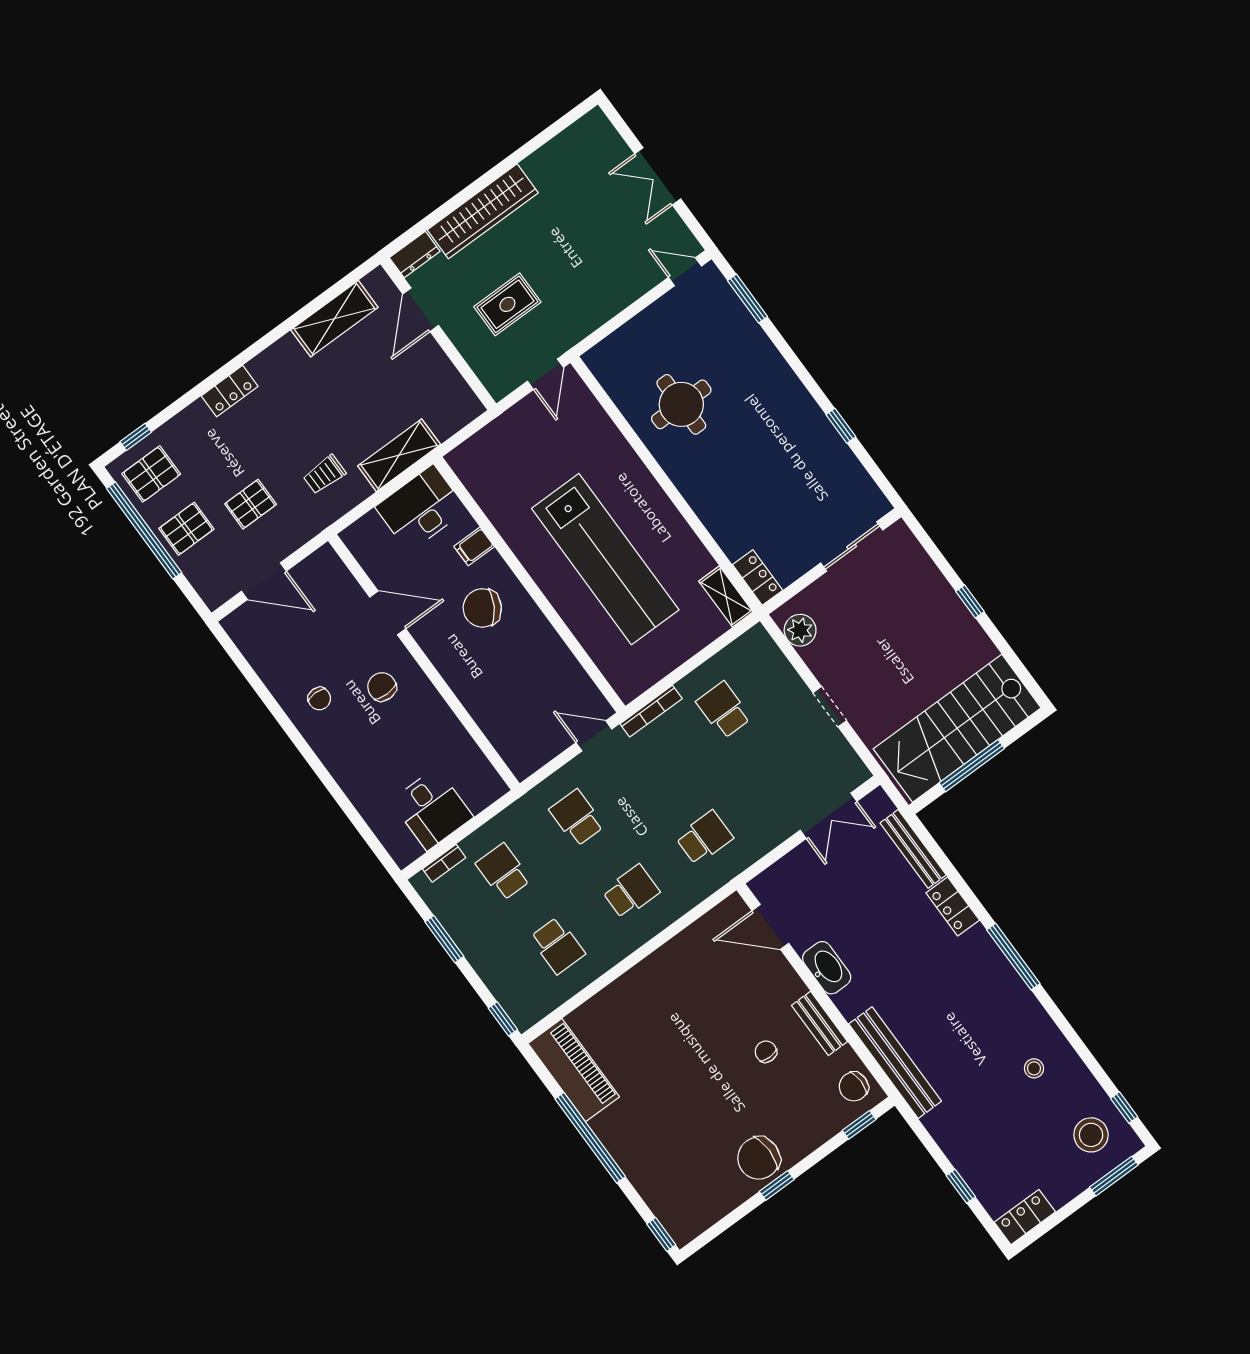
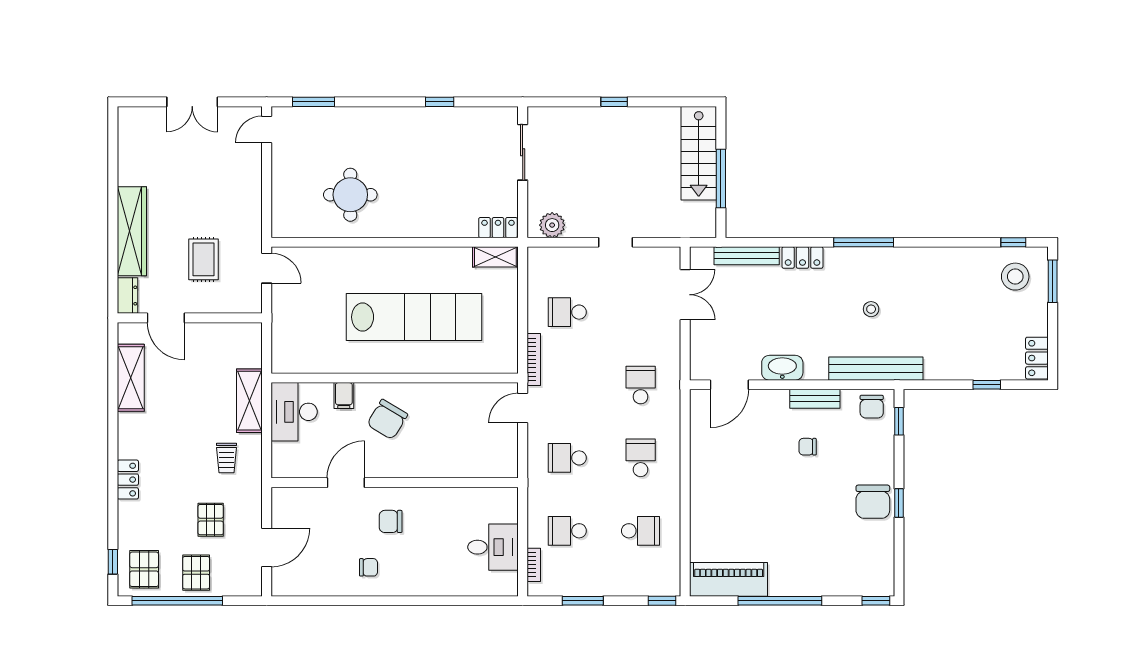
stairs: (957, 728) -> (699, 153), width x0.73, depth x0.66
stool: (1034, 1068) -> (871, 309), moved

